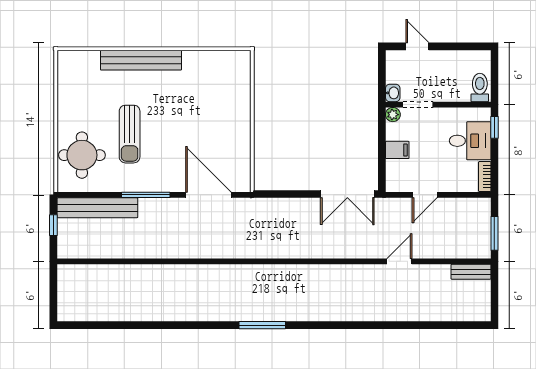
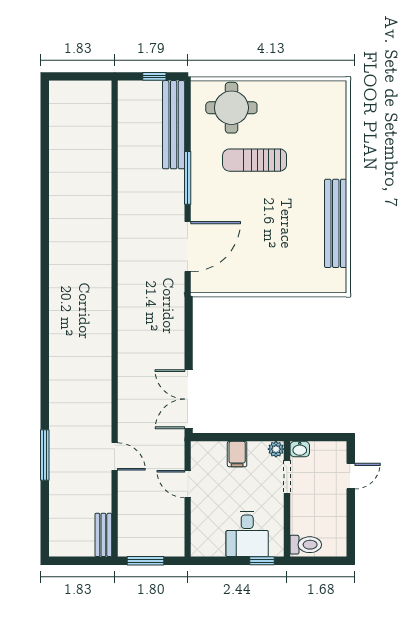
bench: (141, 60) -> (336, 223), moved
bookcase: (485, 177) -> (208, 550), removed
window: (262, 325) -> (45, 455), moved

